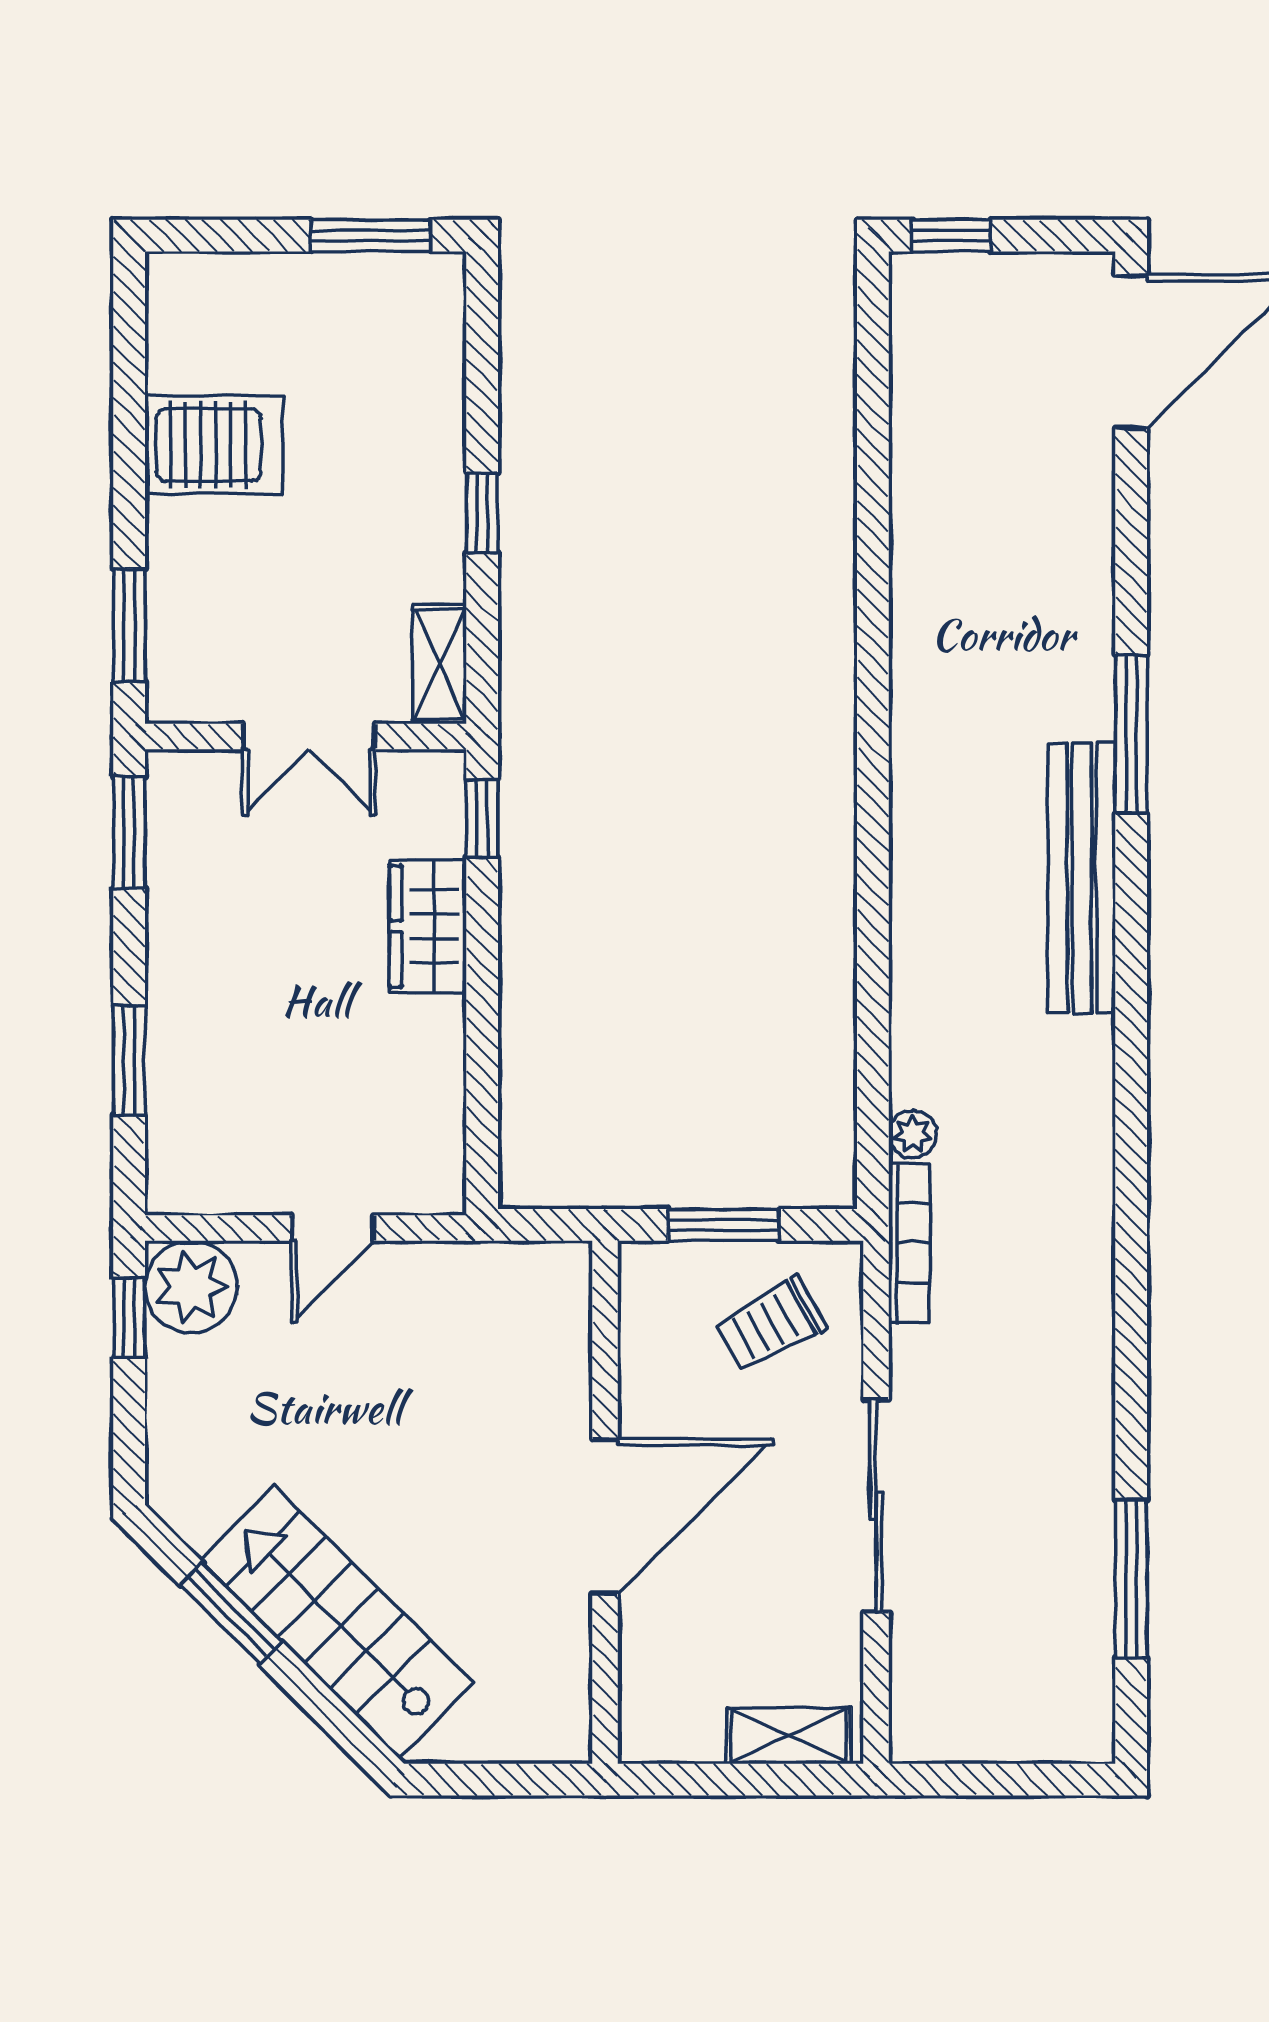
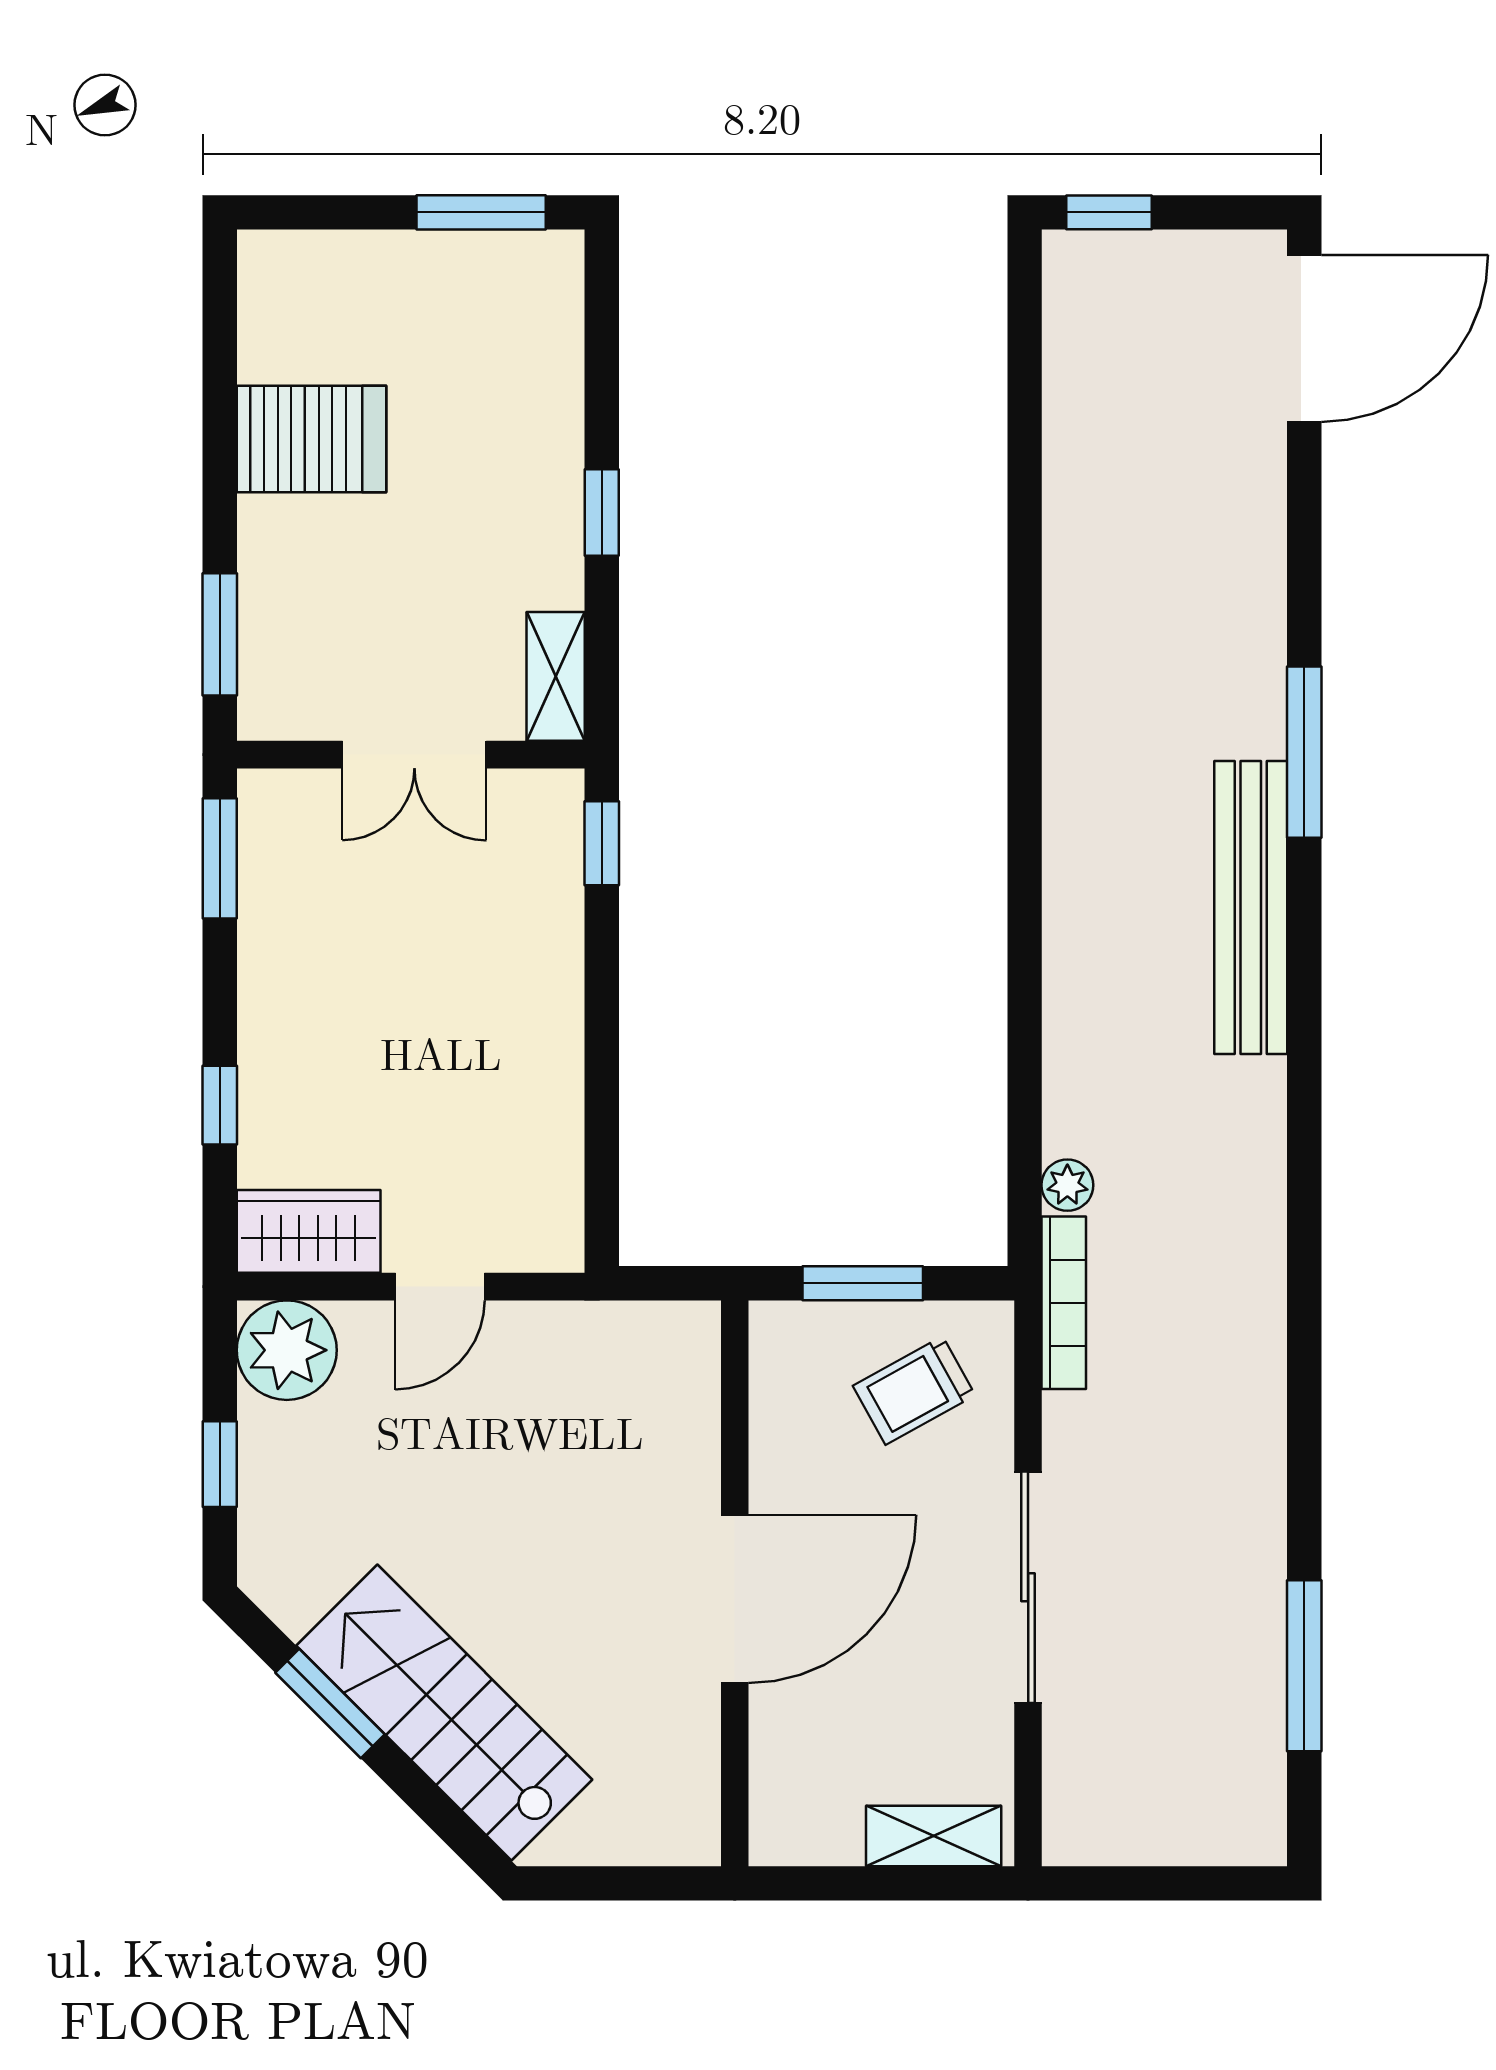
wardrobe: (428, 926) -> (309, 1231), moved, turned 90
window: (129, 1060) -> (220, 1105), width x0.67
window: (129, 1318) -> (220, 1464), moved

